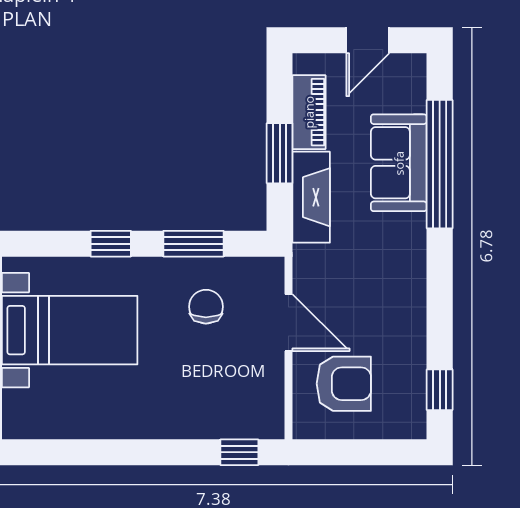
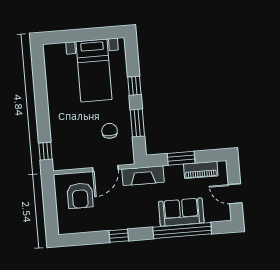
fireplace: (311, 197) -> (143, 176), moved
chair: (206, 307) -> (110, 131), turned -90
window: (440, 390) -> (119, 236), moved

